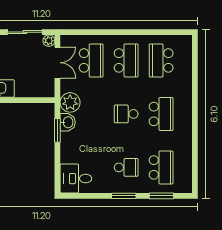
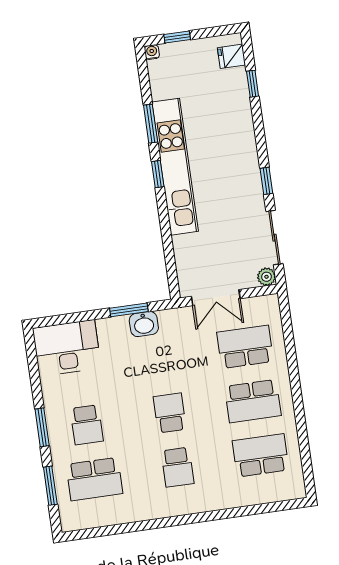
school desk: (91, 60) -> (245, 347), turned 180
double door: (57, 63) -> (216, 298), moved
plant: (70, 102) -> (175, 323), removed
school desk: (161, 114) -> (177, 467), width x0.54
desk: (76, 179) -> (67, 348), width x1.37

